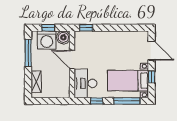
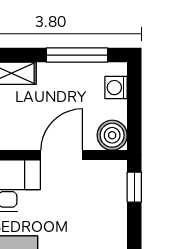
window: (48, 28) -> (134, 101), removed
washing machine: (47, 40) -> (116, 88), width x0.53, depth x0.53

